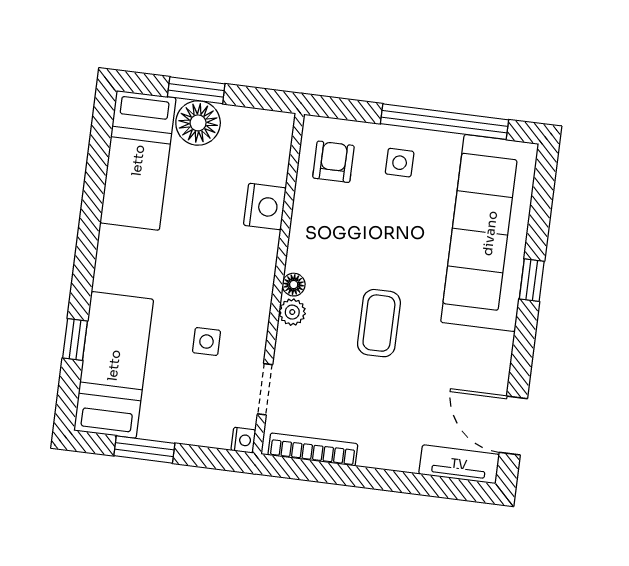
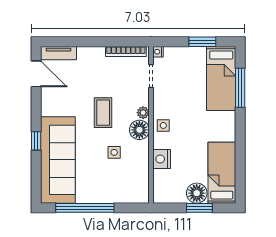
armchair: (333, 162) -> (133, 183), removed
side table: (400, 163) -> (114, 152), moved
floor lamp: (294, 285) -> (139, 130), width x1.89, depth x1.89
window: (75, 340) -> (240, 88), width x2.17
side table: (206, 342) -> (163, 125), moved

